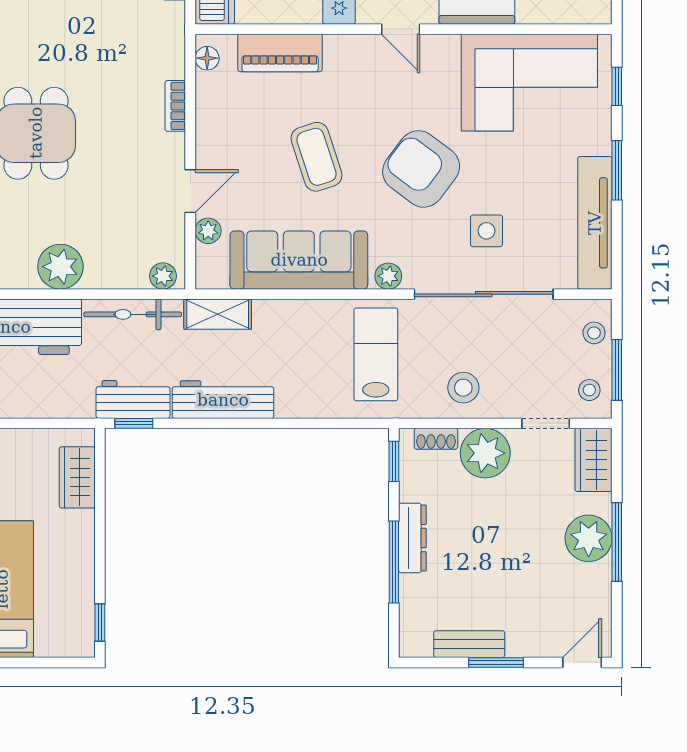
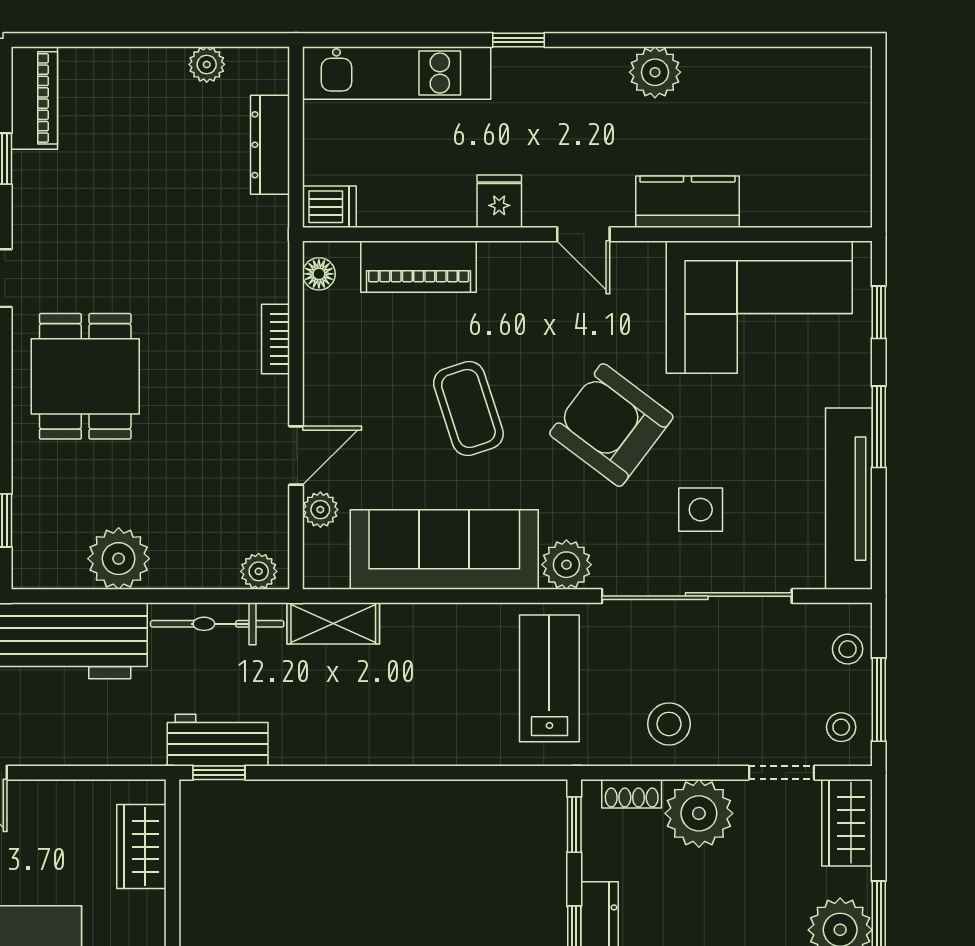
plant: (388, 276) -> (566, 565), width x1.38, depth x1.38
workbench: (223, 400) -> (341, 740), removed

